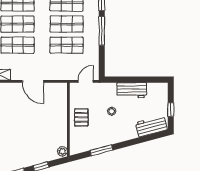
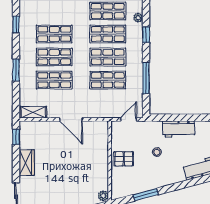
window: (102, 31) -> (146, 78), moved
pallet: (81, 117) -> (124, 159), turned 90

